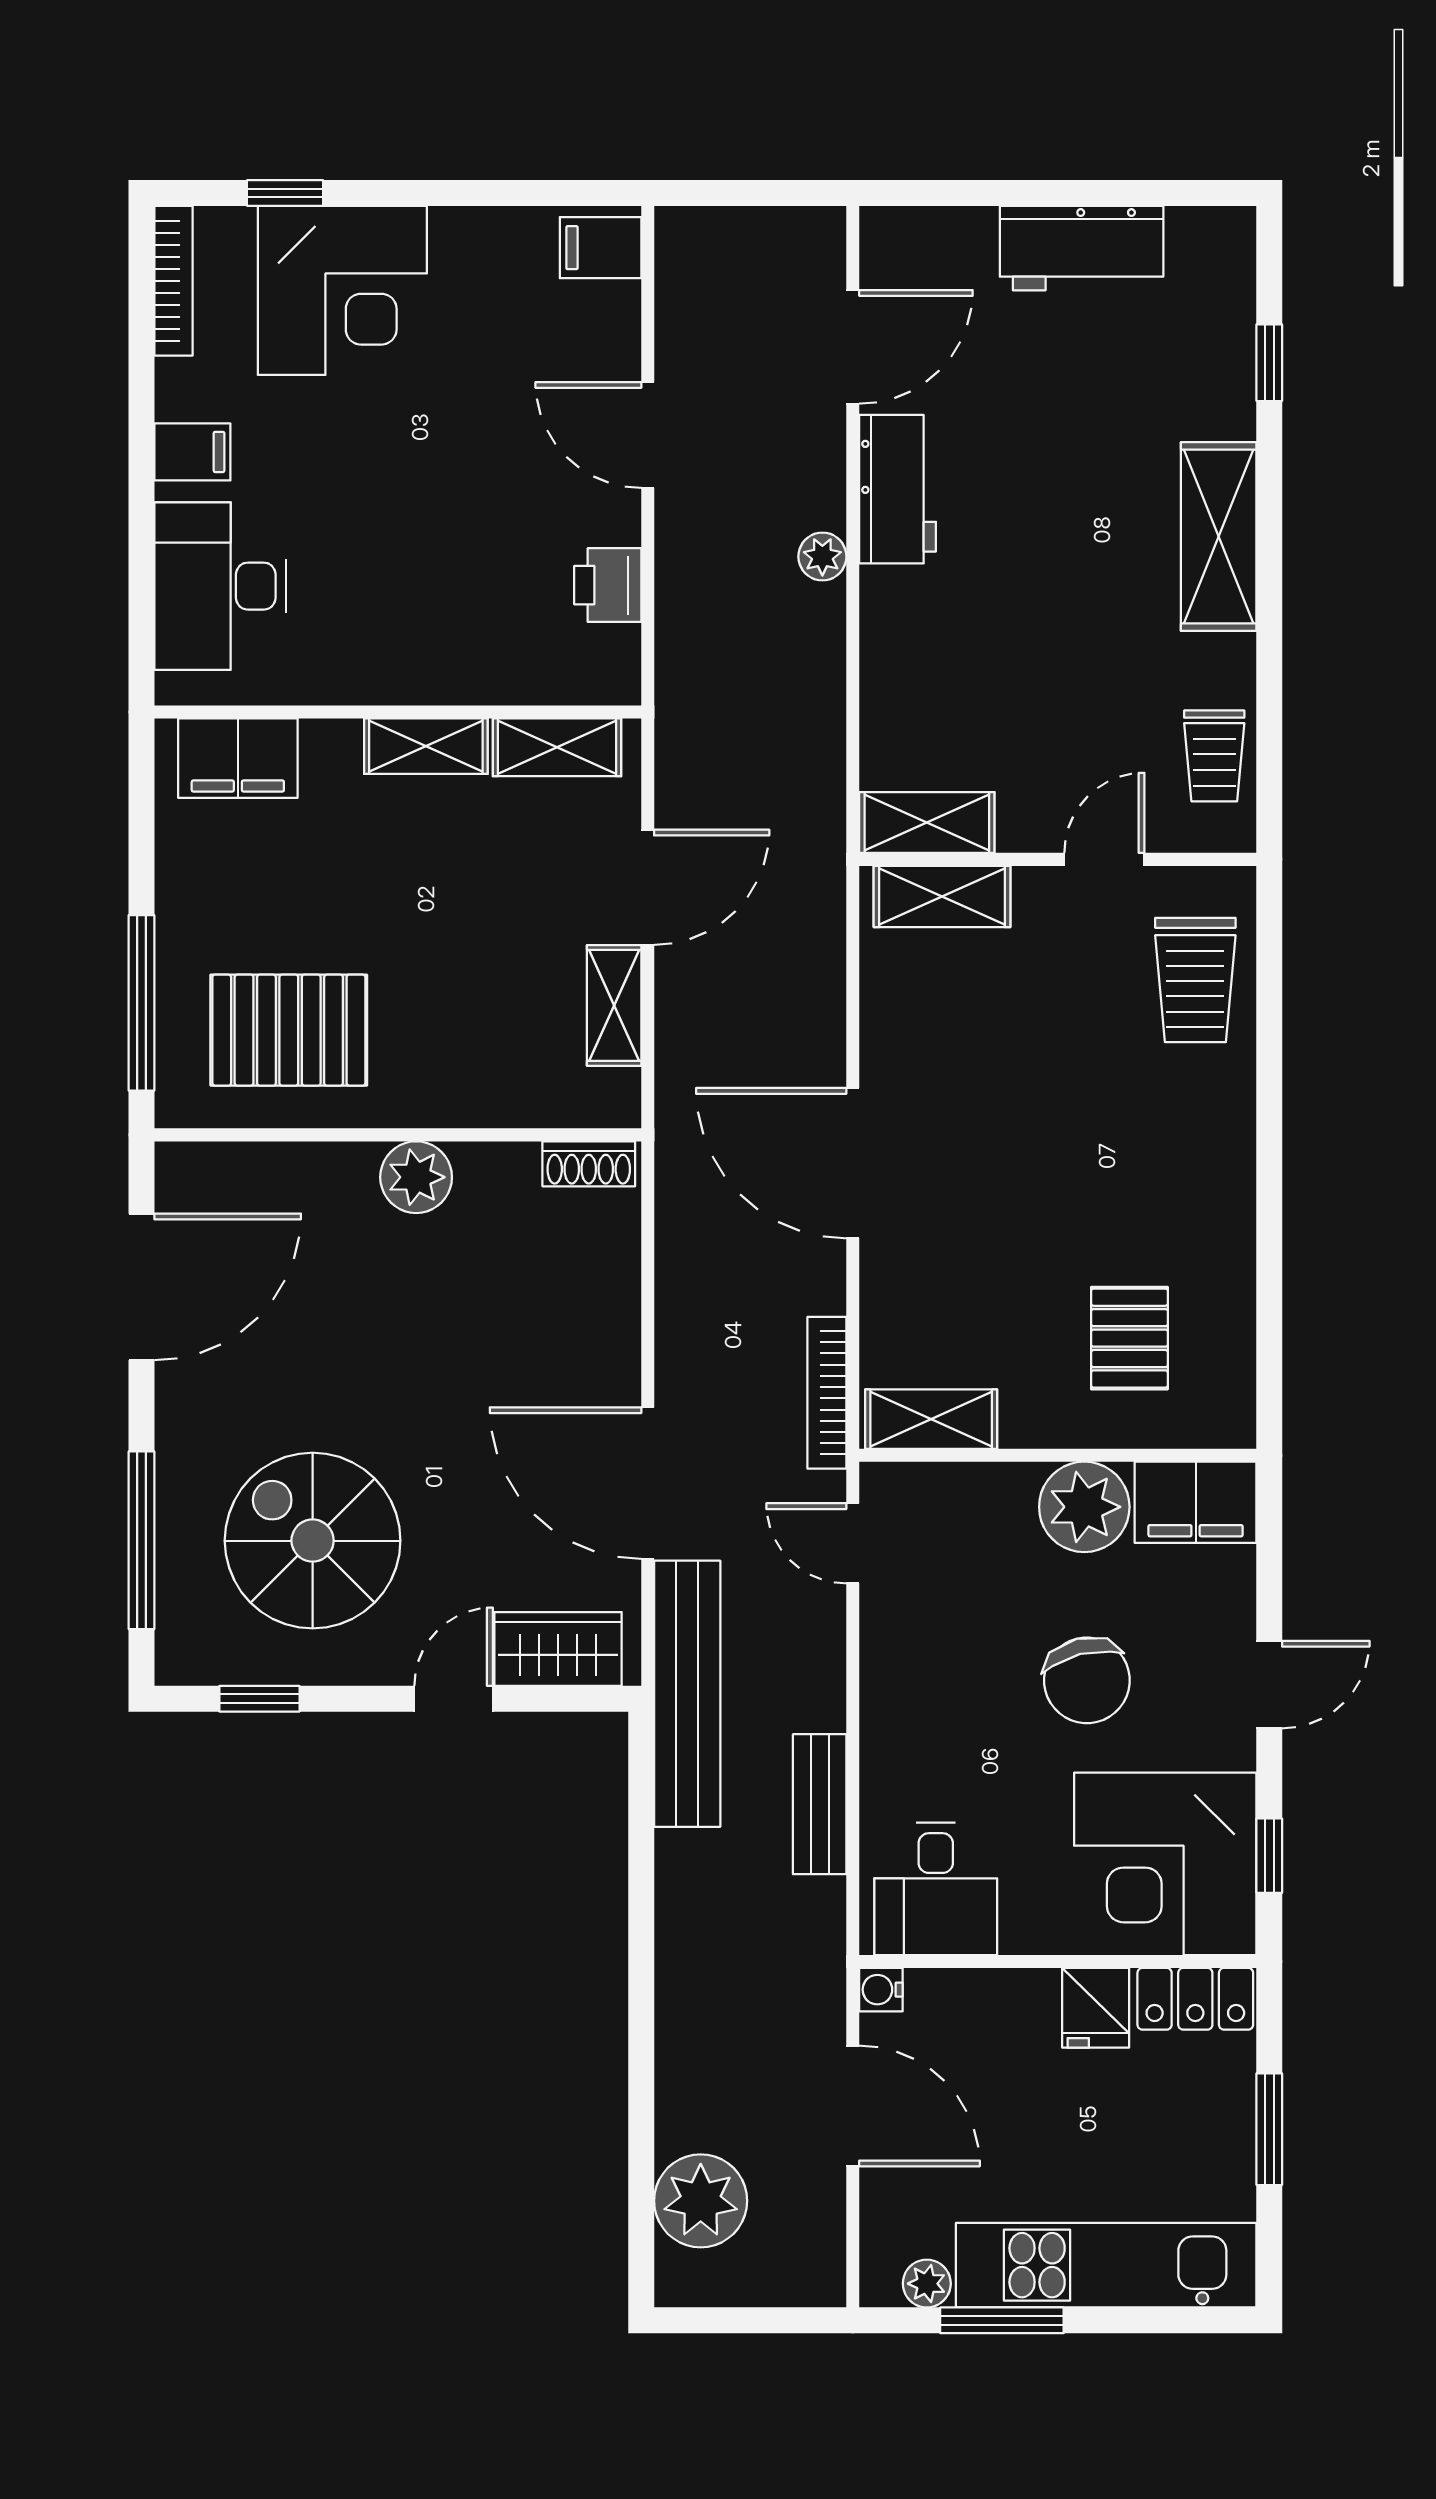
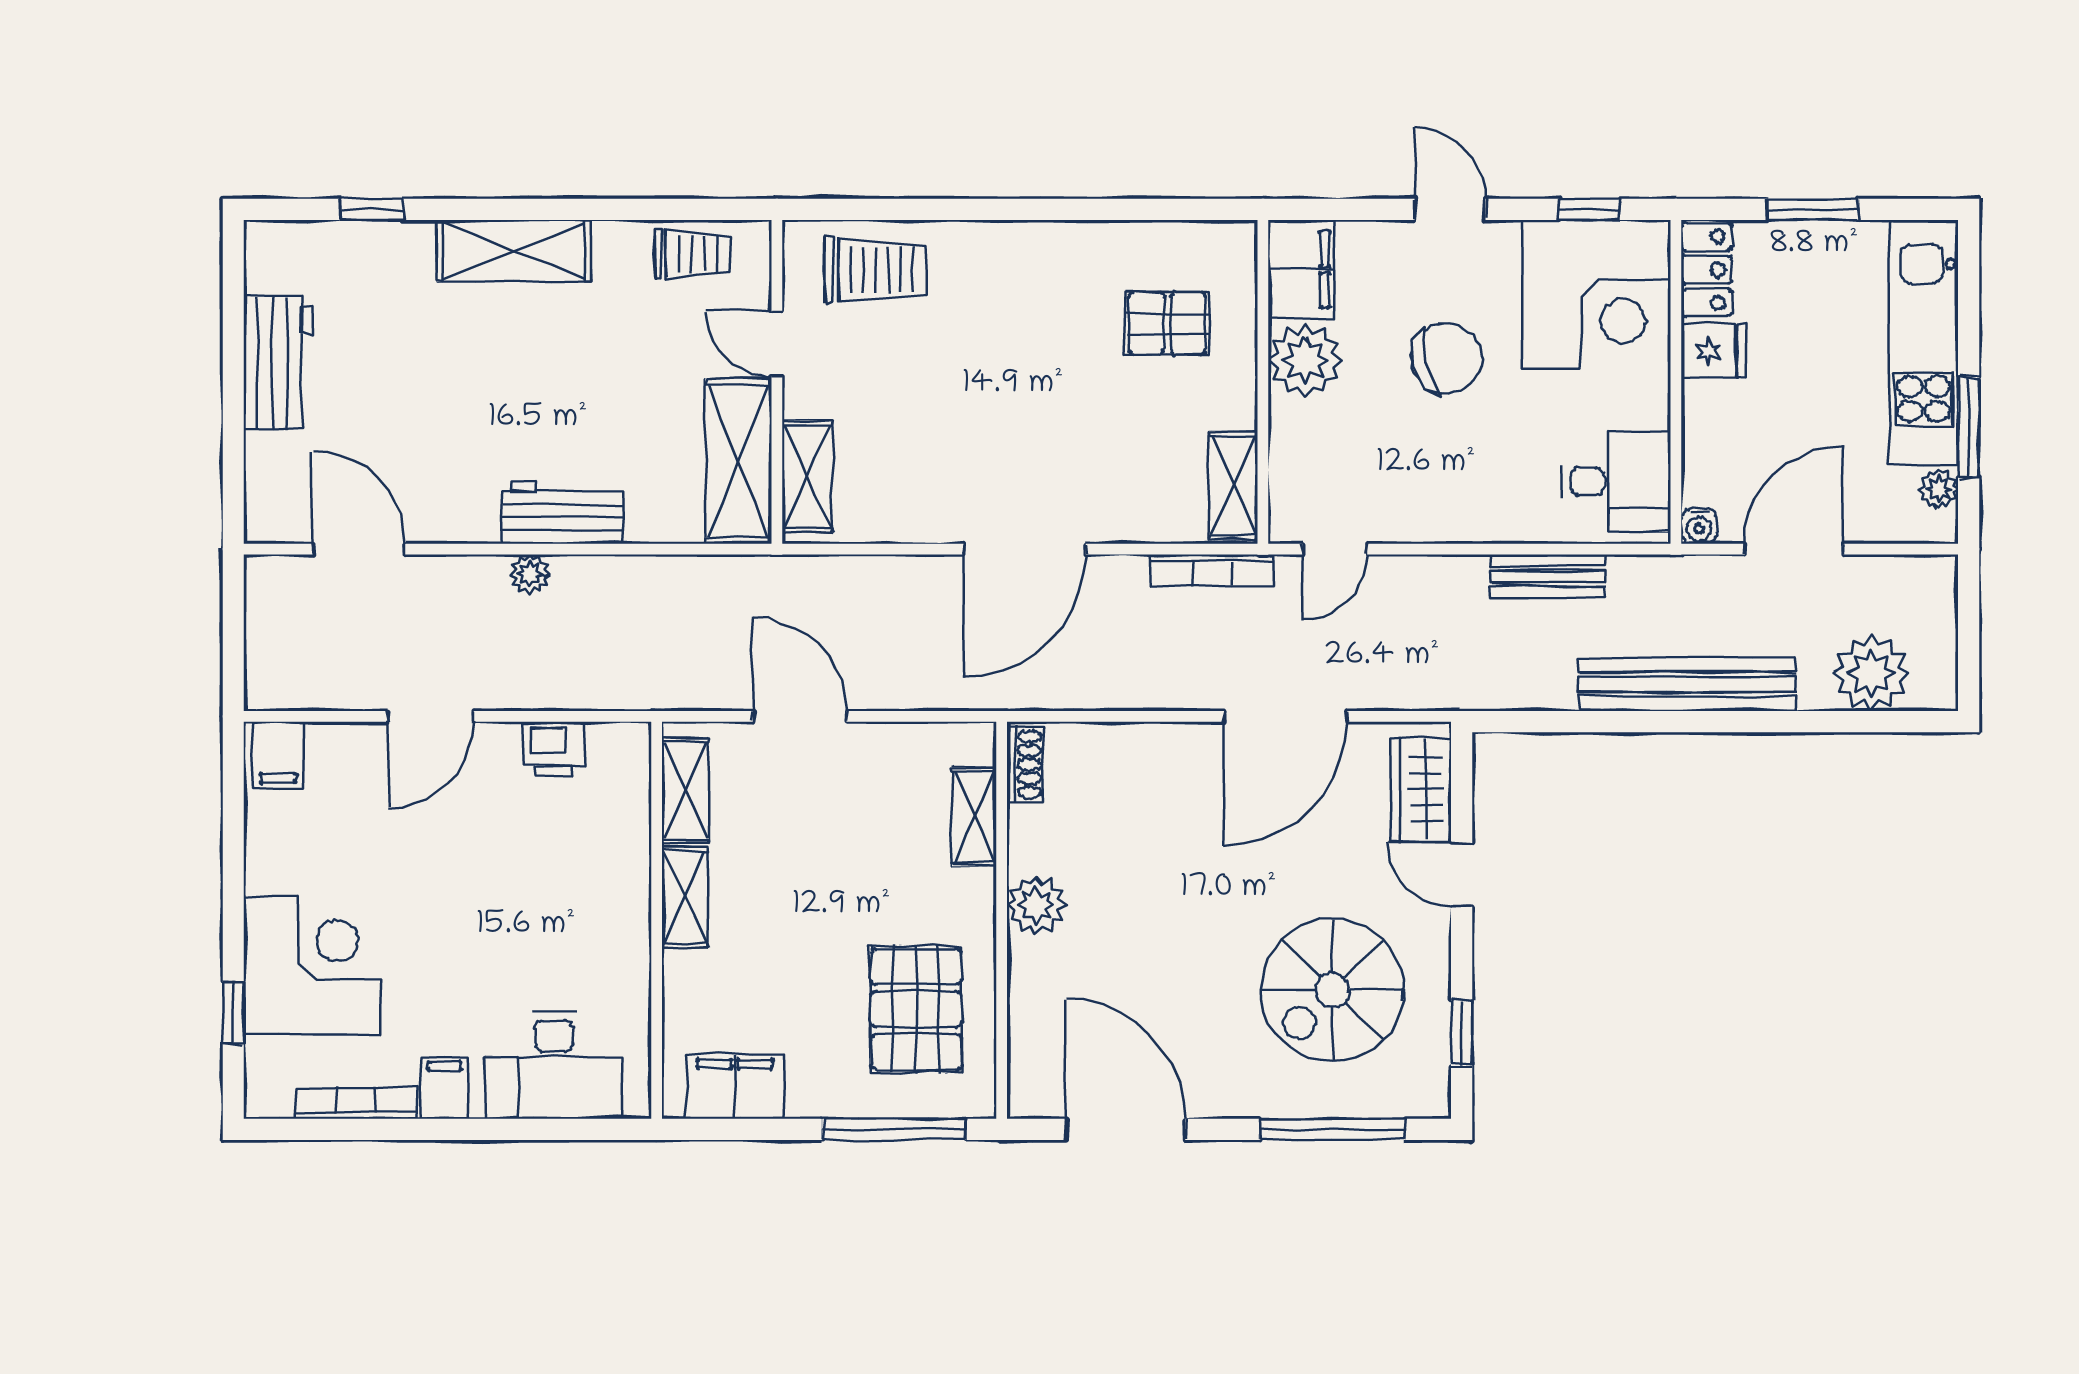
bookcase: (173, 281) -> (356, 1103), moved
workbench: (898, 489) -> (562, 513), moved
filing cabinet: (238, 758) -> (735, 1086), moved, turned -90
shelving: (927, 823) -> (739, 461), width x1.50, depth x1.33
shelving: (614, 1005) -> (974, 817), moved, turned 90
bench: (687, 1694) -> (1687, 684), moved

